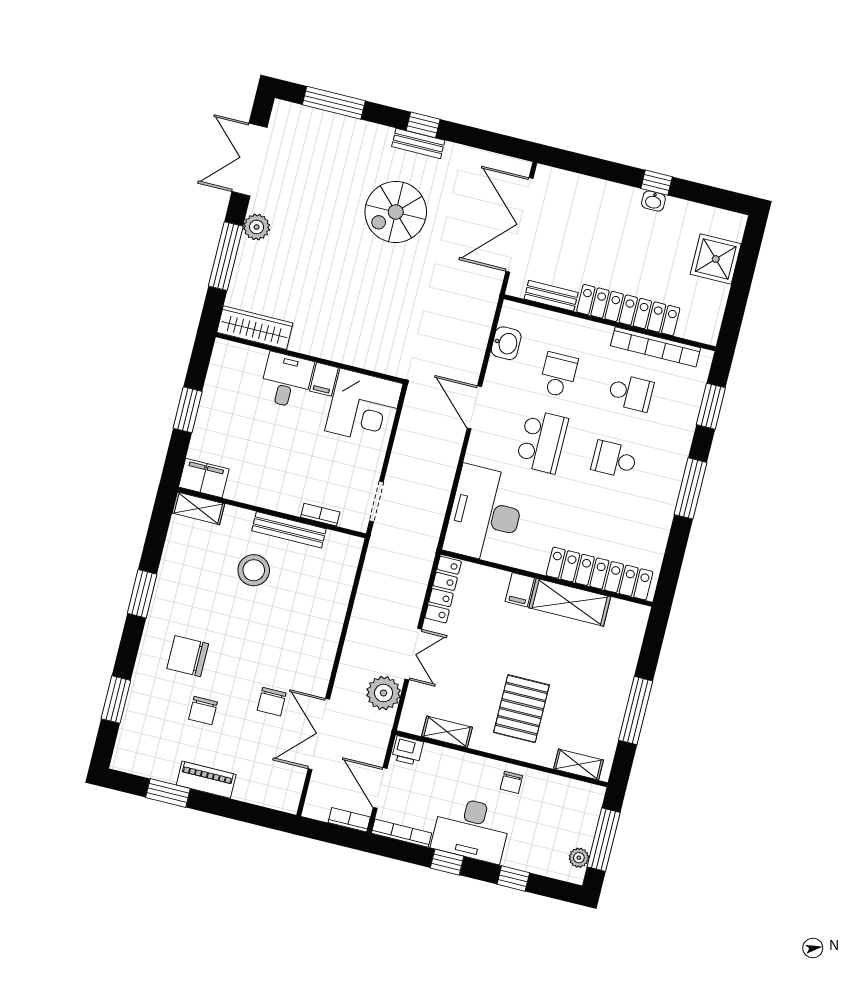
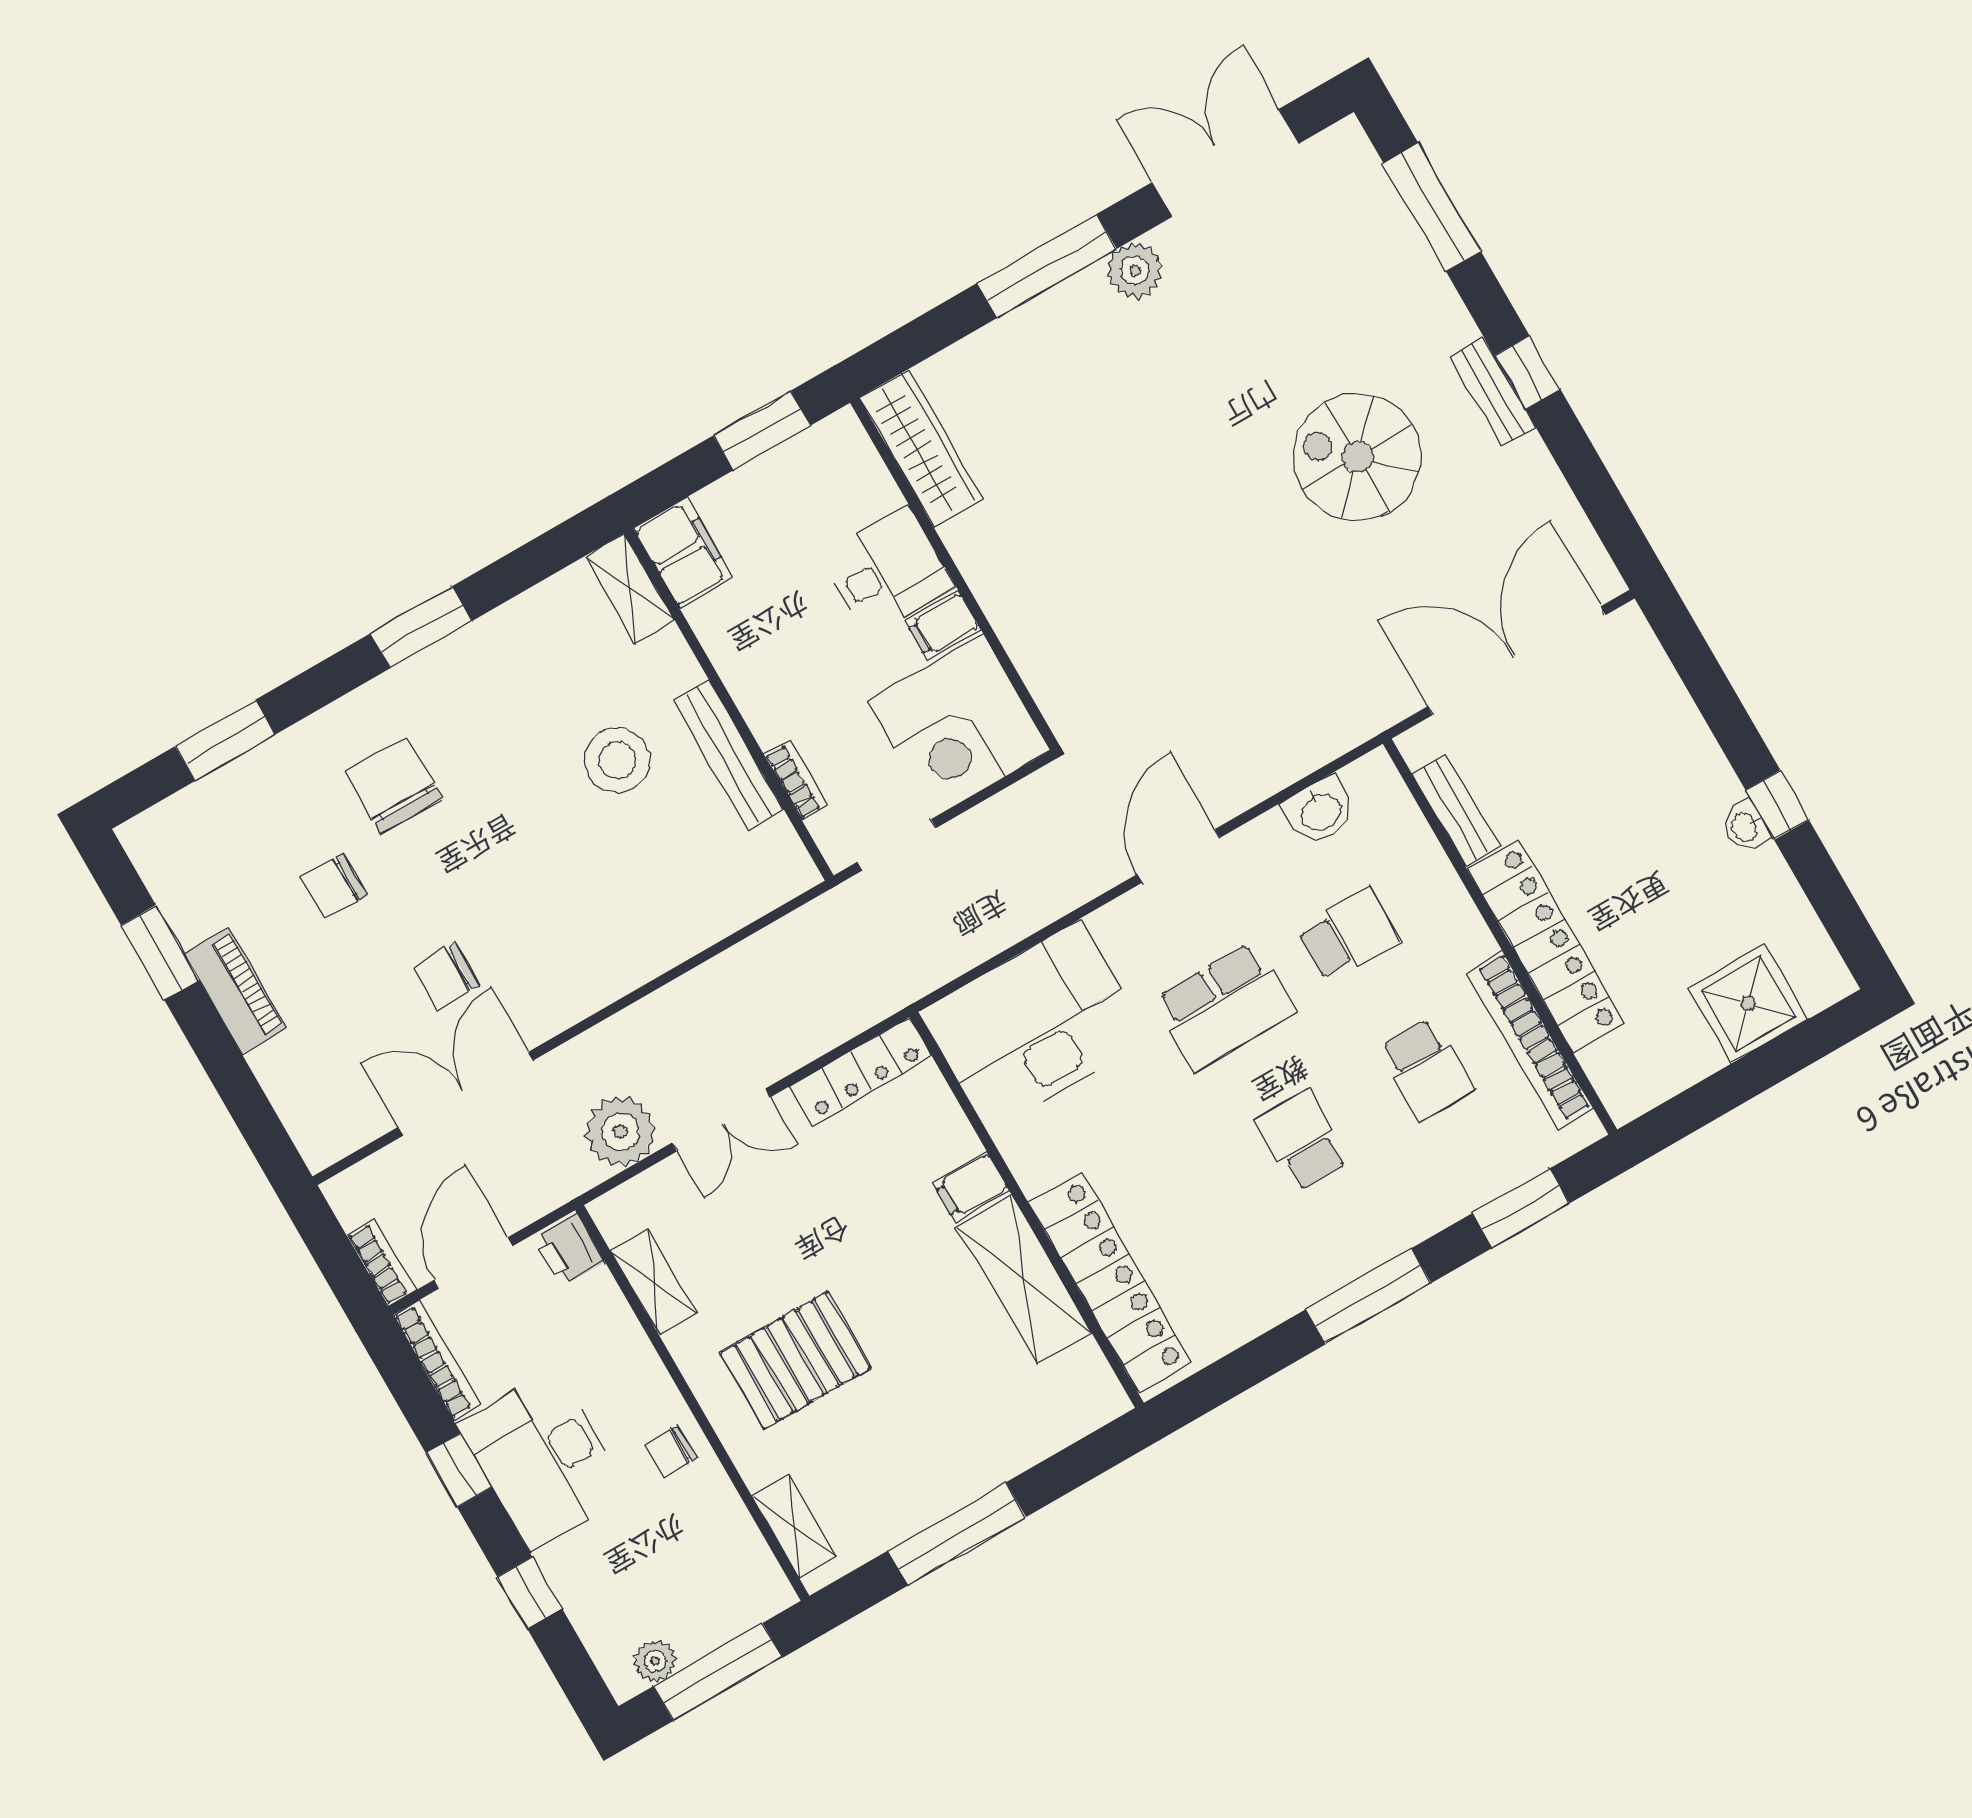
wardrobe: (255, 328) -> (921, 448), moved
wall: (310, 358) -> (955, 574), moved
filing cabinet: (324, 379) -> (943, 625), moved
desk: (286, 380) -> (888, 571), moved
corner desk: (364, 407) -> (959, 726), moved

